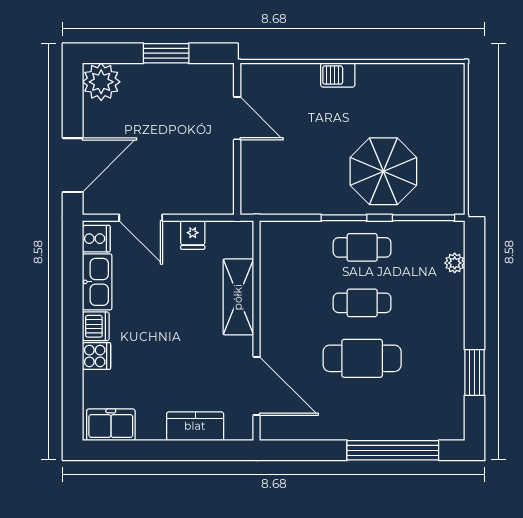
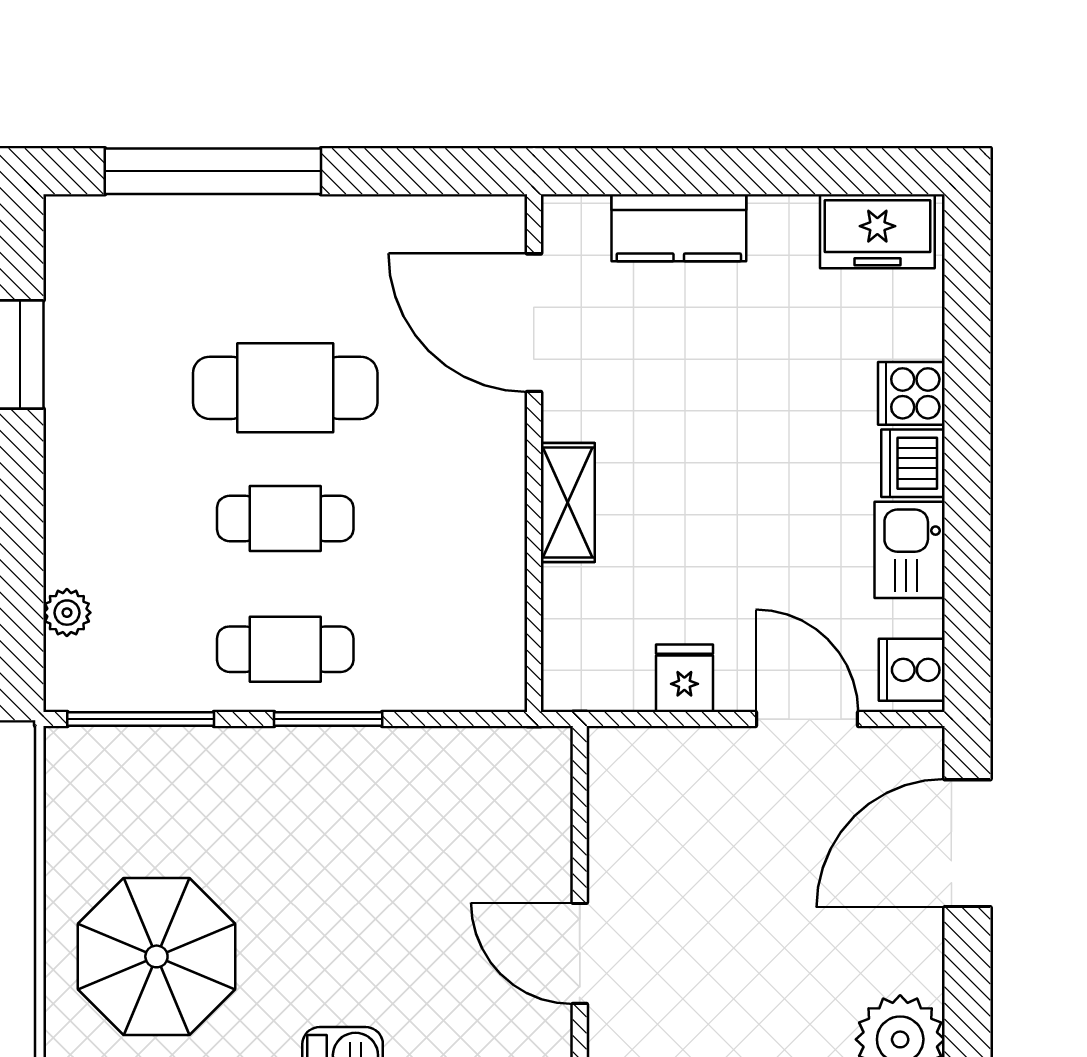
parasol: (383, 171) -> (156, 956), moved
kitchen sink: (97, 282) -> (910, 550), width x0.73
shelving: (238, 297) -> (568, 503), width x0.67, depth x0.75

